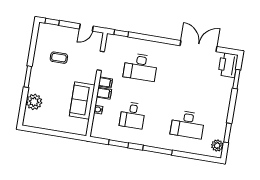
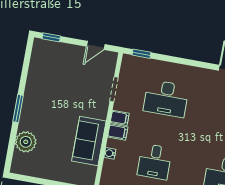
coffee table: (59, 58) -> (59, 84), removed

